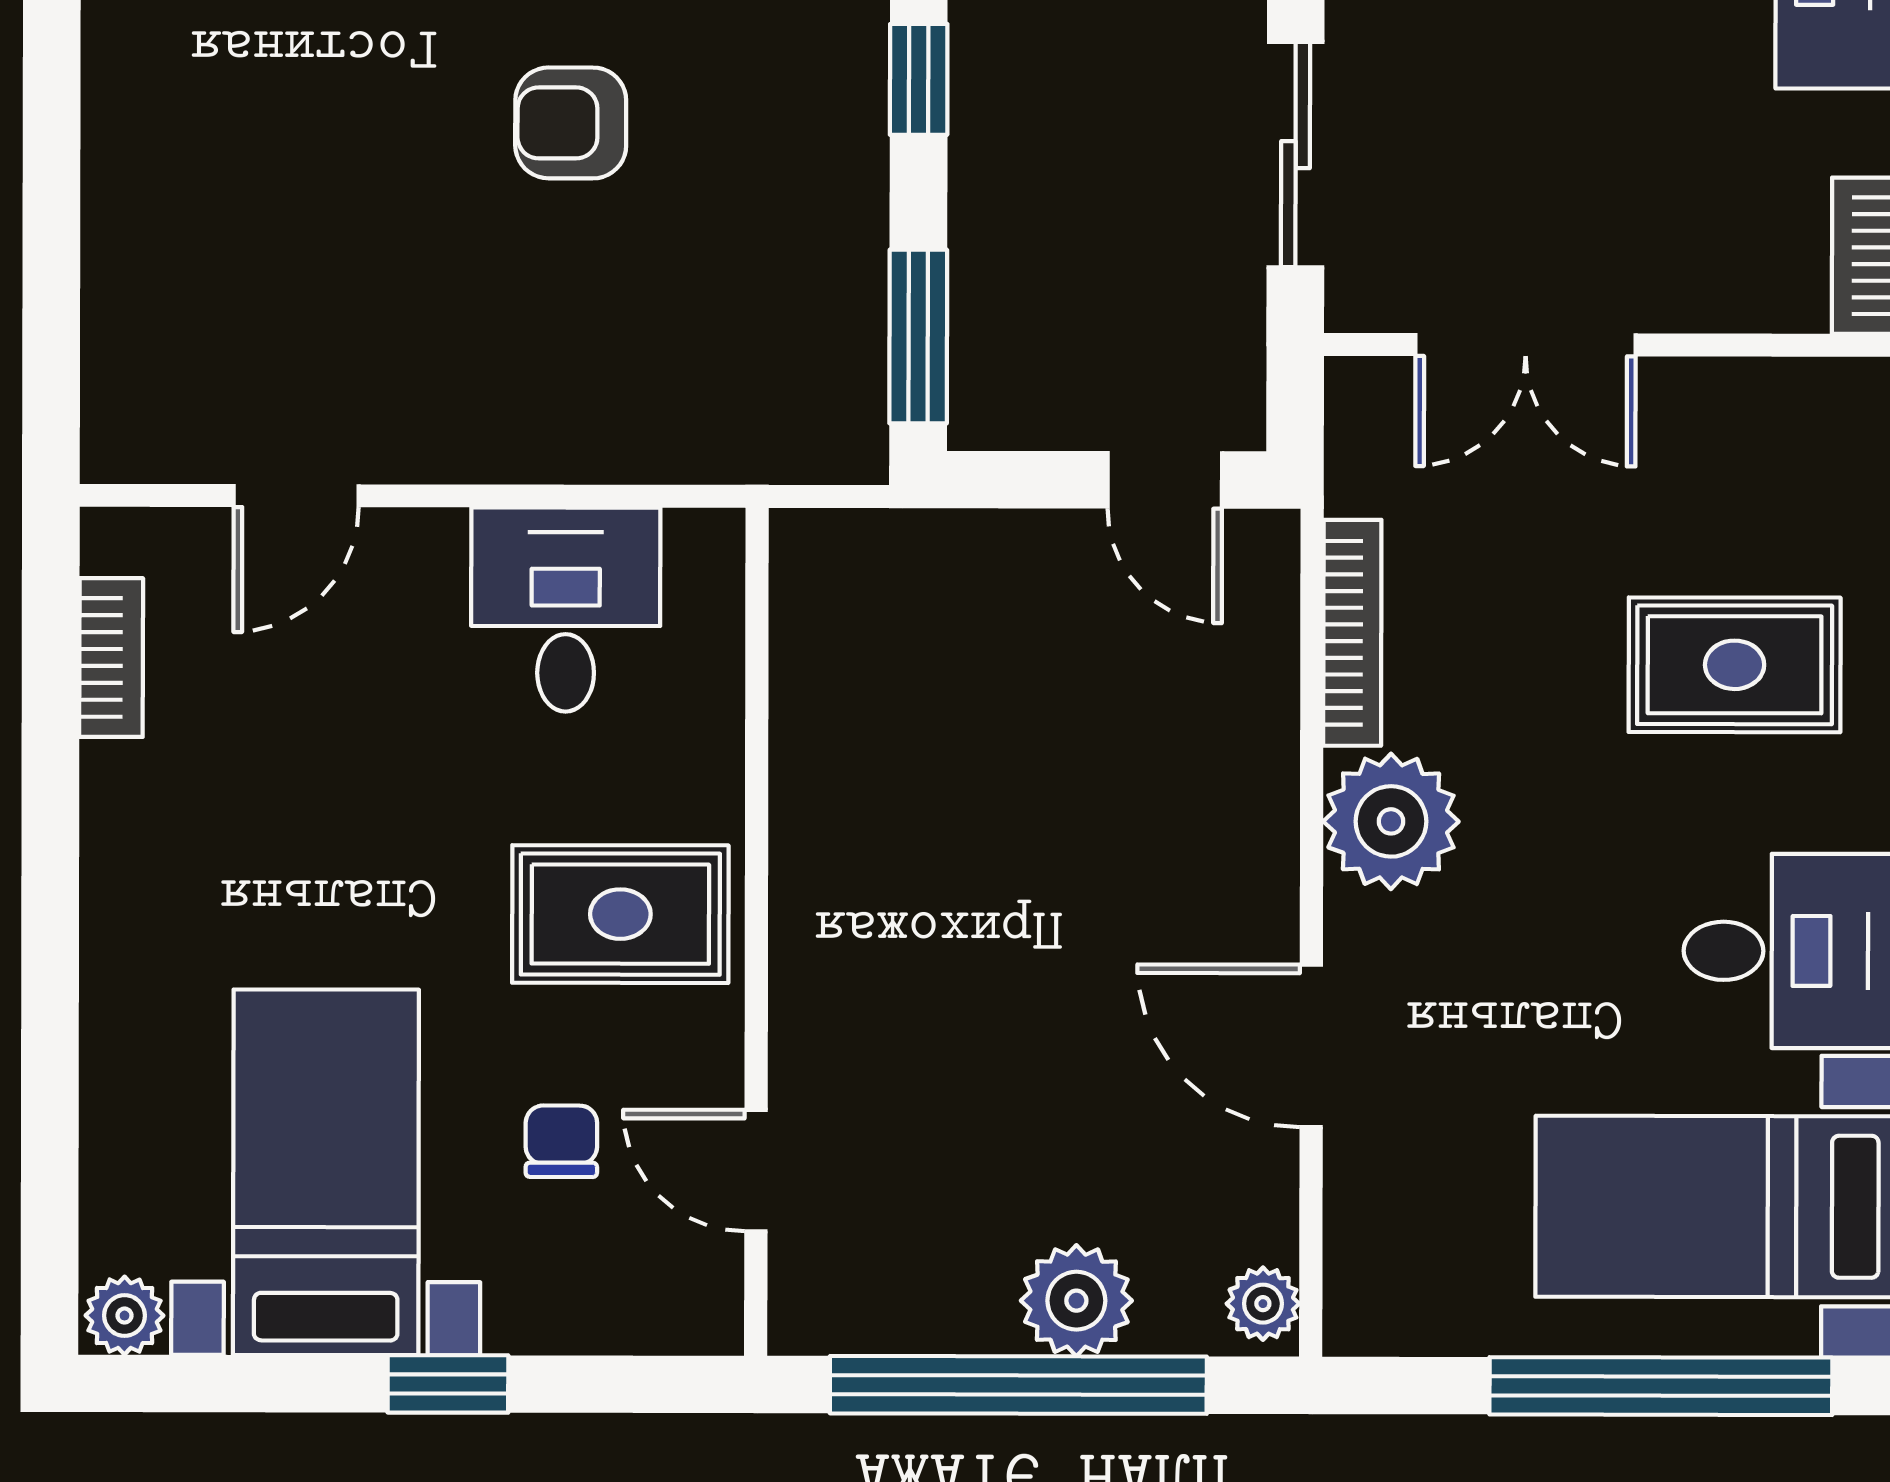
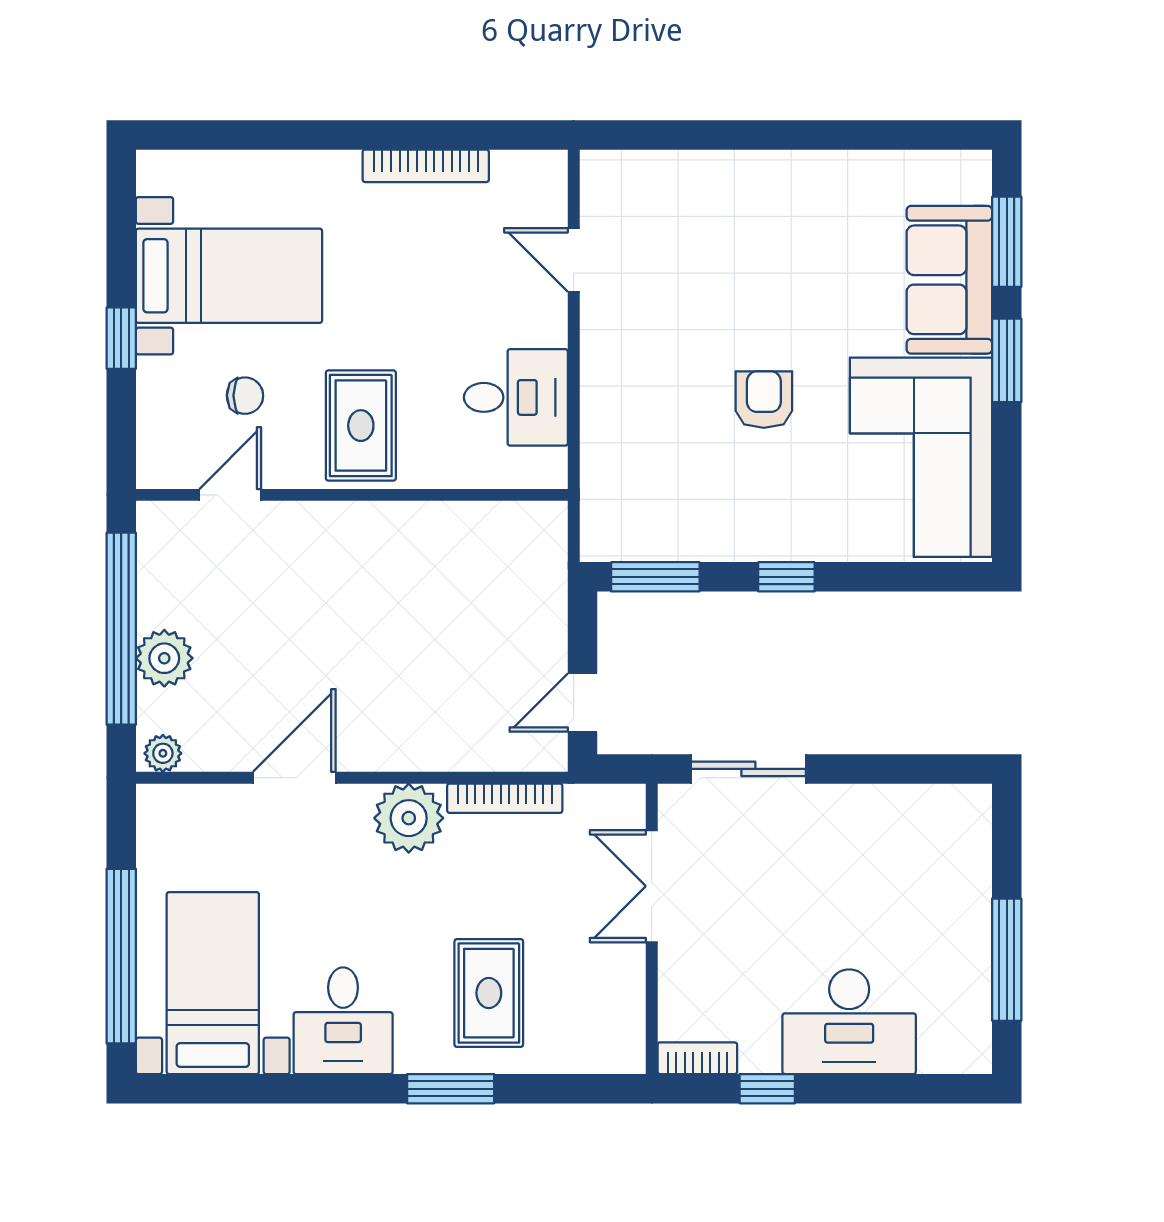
bookcase: (111, 657) -> (426, 166), moved, width x1.56
plant: (125, 1316) -> (156, 173), removed

